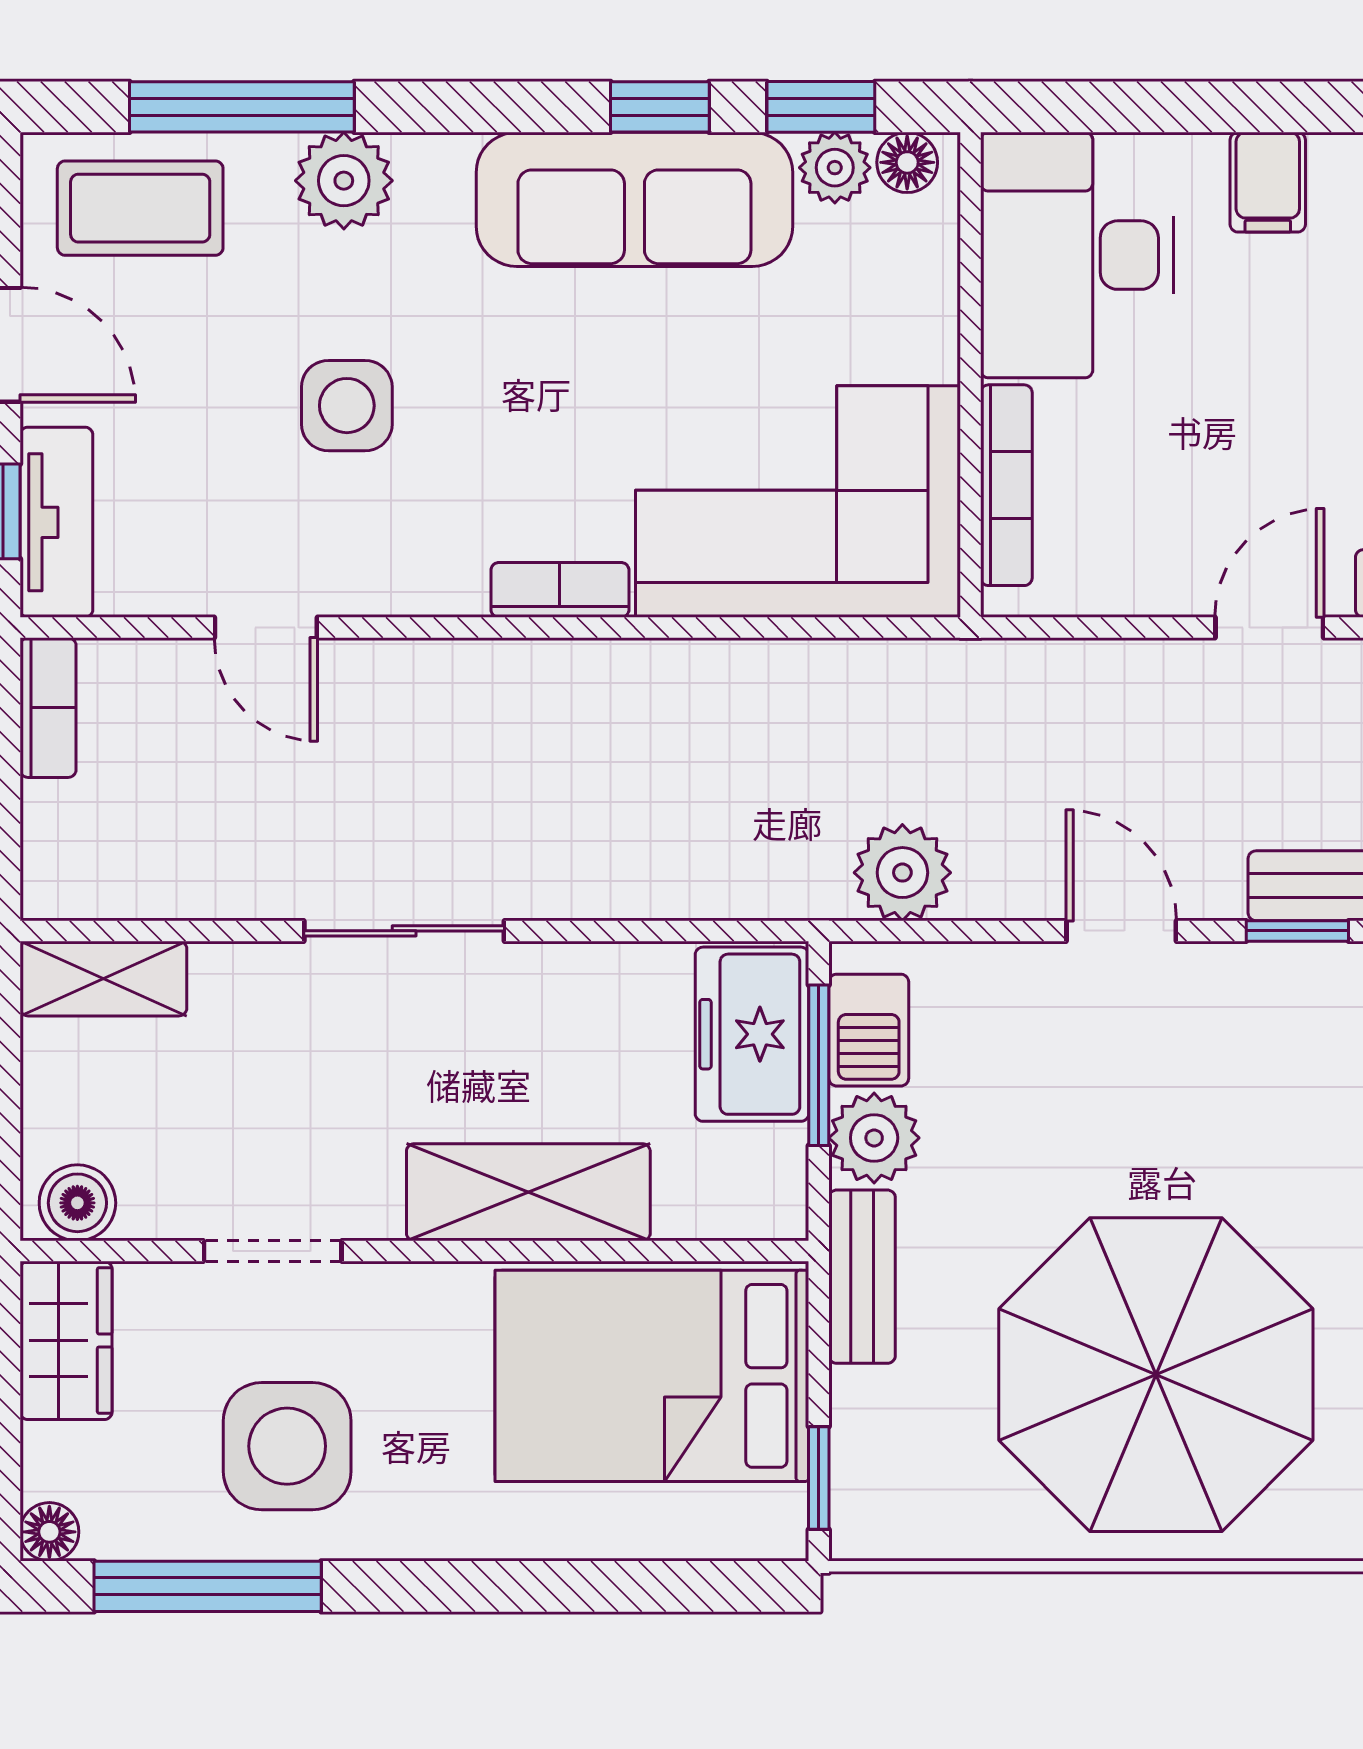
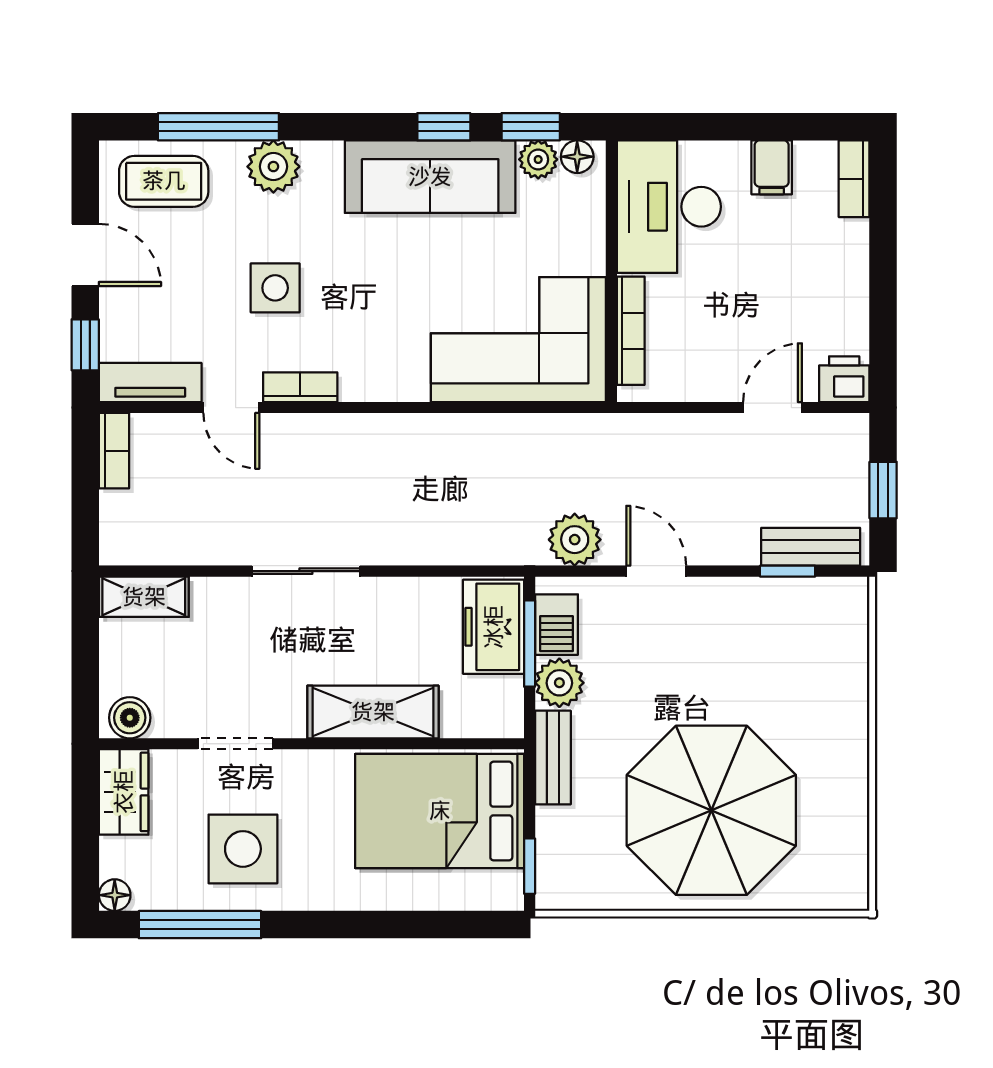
tv unit: (56, 522) -> (150, 382), moved, turned -90
bookcase: (560, 590) -> (300, 387), moved
door: (1121, 931) -> (656, 571), moved

